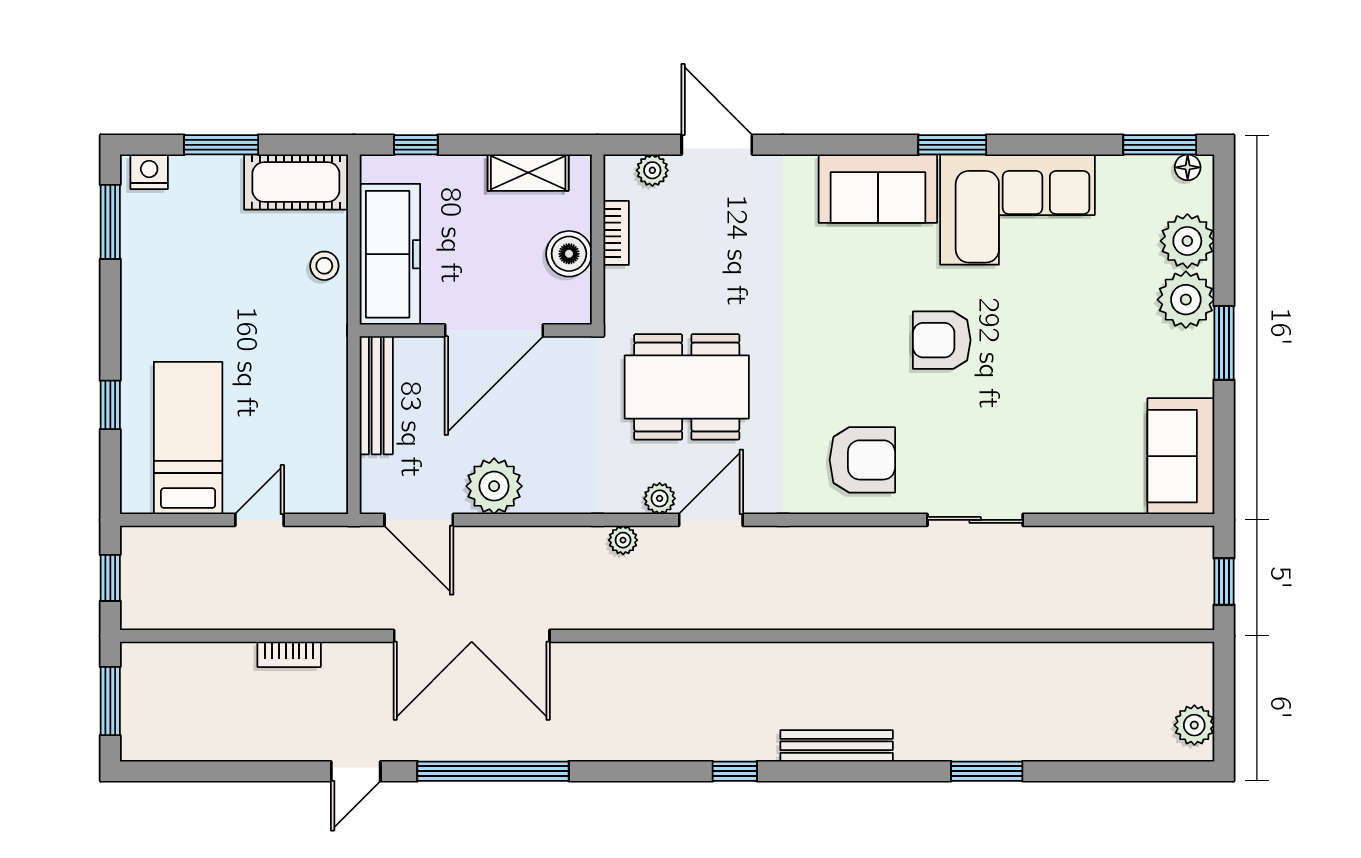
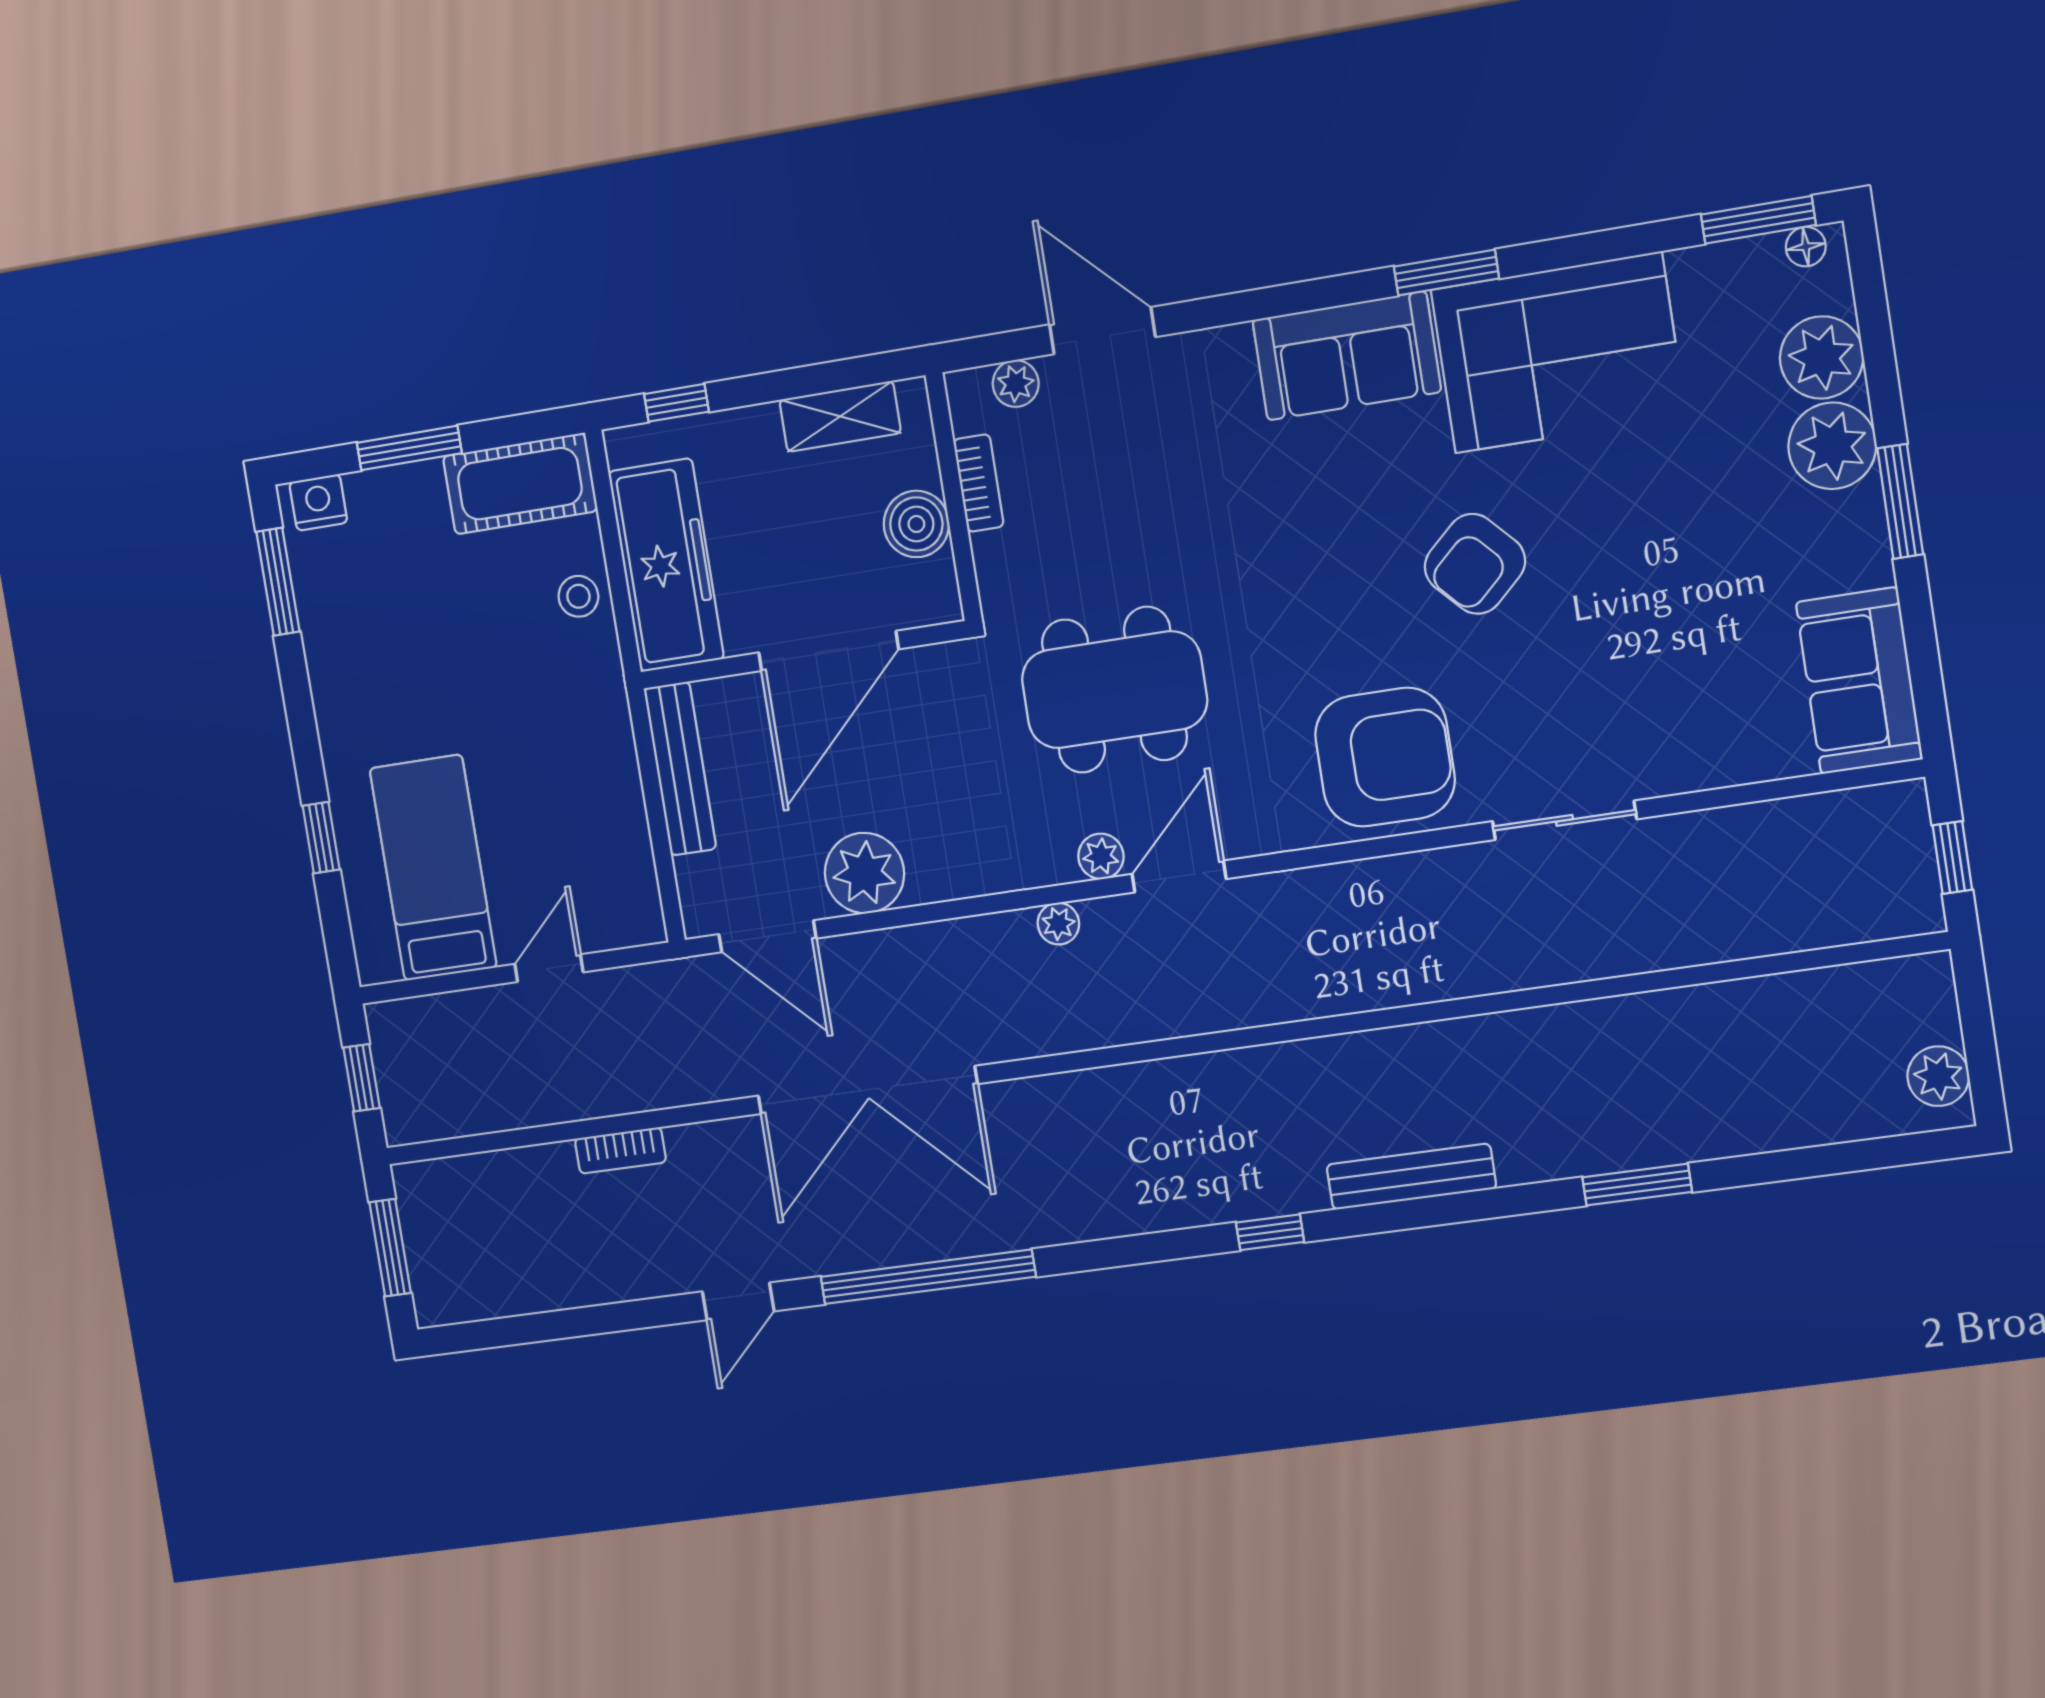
armchair: (942, 340) -> (1475, 564), turned -43
armchair: (862, 460) -> (1385, 757), width x1.36, depth x1.36

